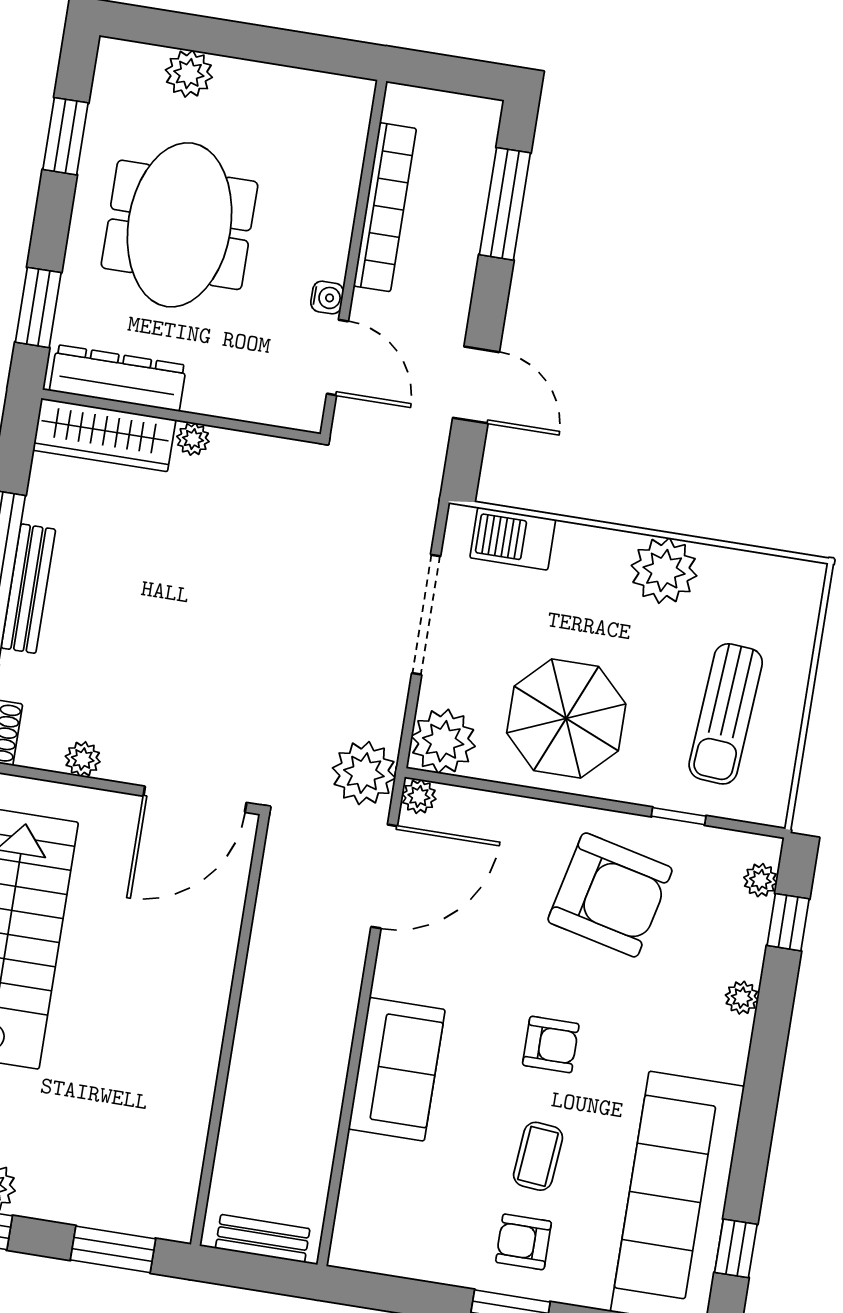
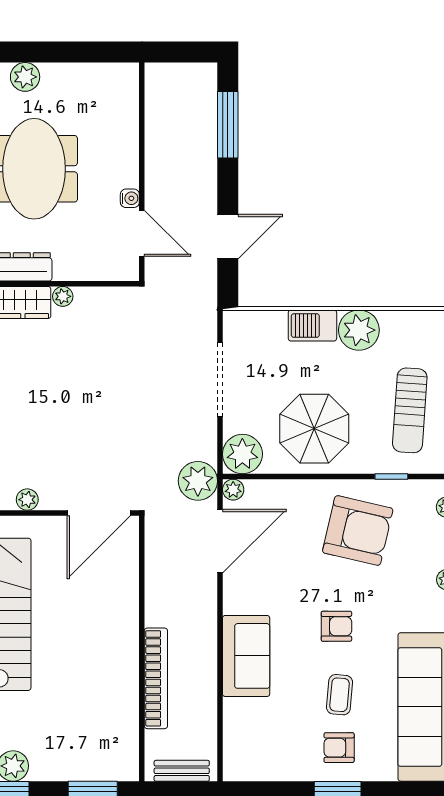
bookcase: (385, 207) -> (156, 678), moved
door: (476, 385) -> (228, 237), hinge flipped
barbecue: (513, 539) -> (312, 326), moved

